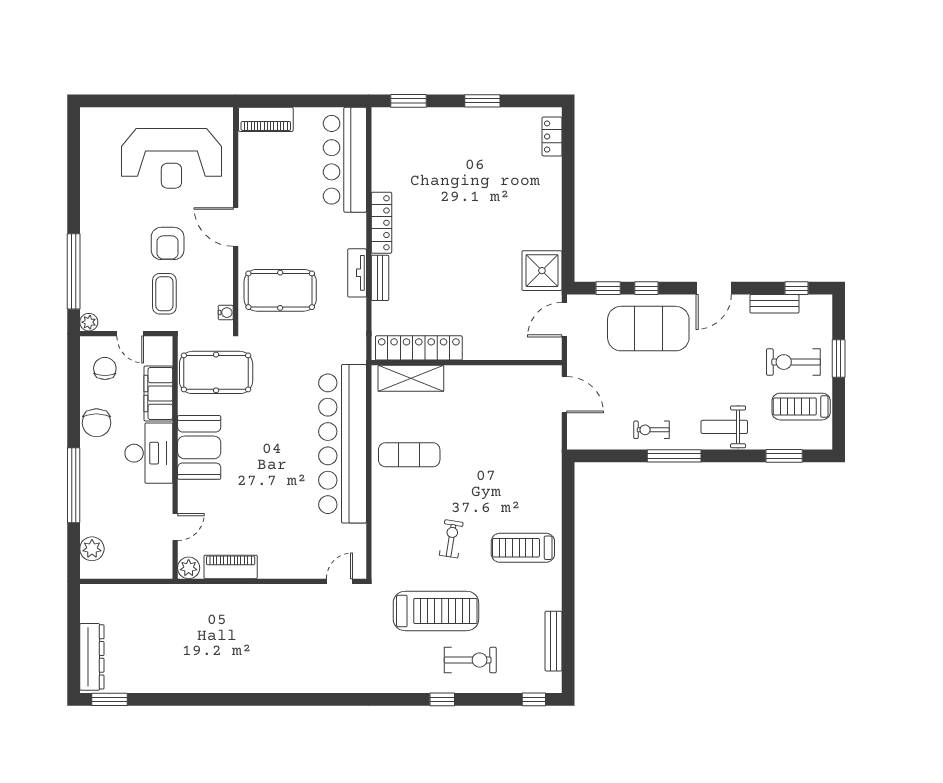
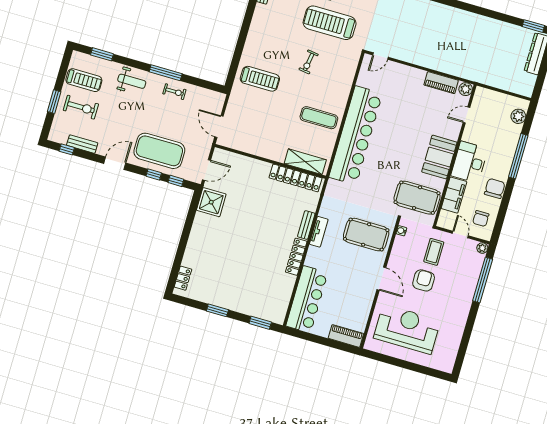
treadmill: (523, 548) -> (260, 79), moved

